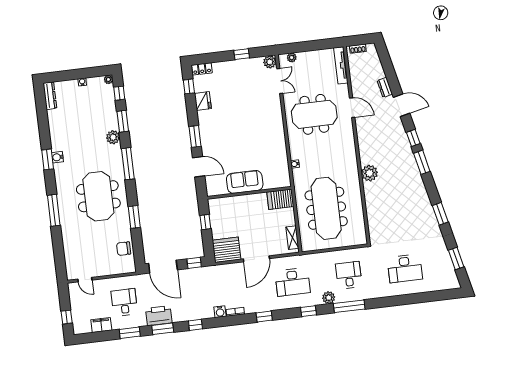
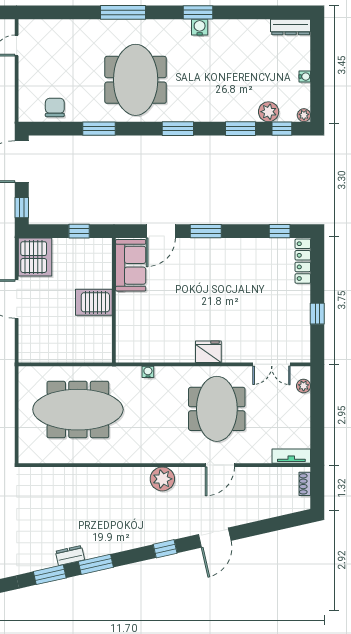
plant: (270, 62) -> (301, 353), removed
tv unit: (341, 65) -> (291, 456), width x0.71
locker: (202, 69) -> (303, 261), width x1.53
dresser: (385, 87) -> (70, 555), moved
fridge: (203, 101) -> (208, 352), moved, turned 180
plant: (113, 137) -> (269, 112), moved
window: (422, 162) -> (96, 564), moved
window: (128, 164) -> (178, 129), width x0.69
plant: (370, 173) -> (162, 479), moved
sofa: (245, 182) -> (131, 265), moved
meeting table: (98, 196) -> (136, 80), turned 90
server rack: (280, 199) -> (94, 302), moved, turned -90
shelving: (292, 238) -> (41, 355), removed

